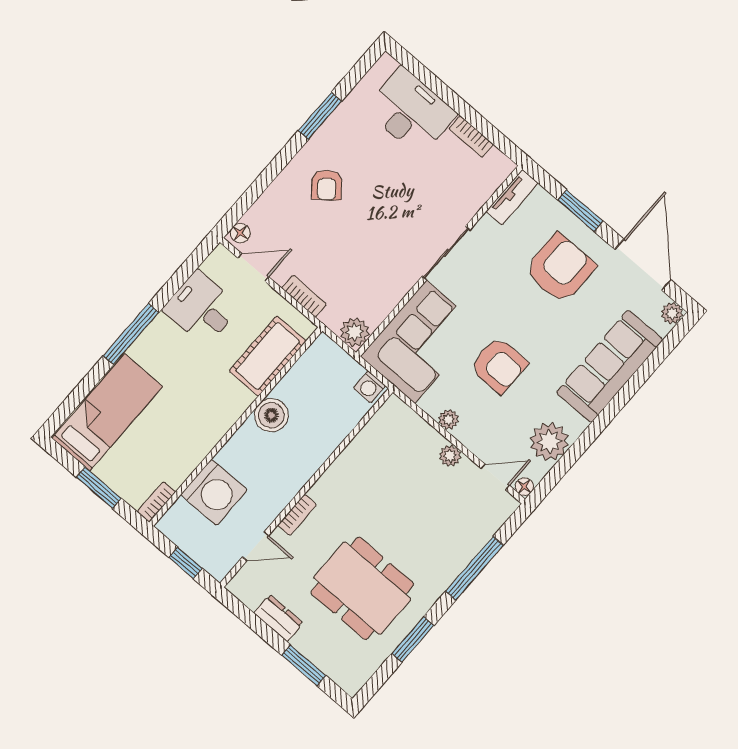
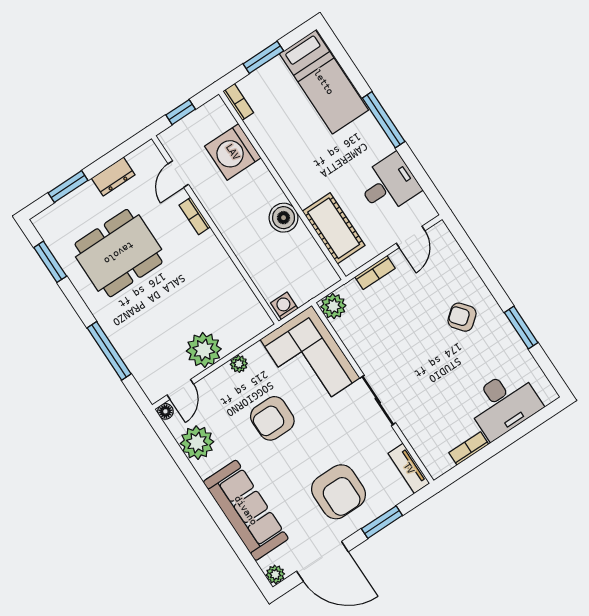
floor lamp: (240, 233) -> (442, 234), removed
plant: (450, 456) -> (204, 350), width x1.87, depth x1.87
window: (413, 639) -> (50, 262), moved

